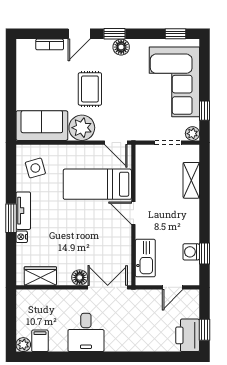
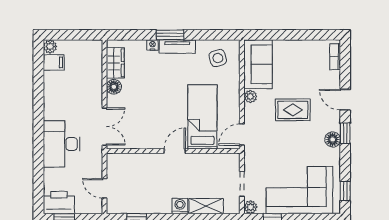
bookcase: (50, 44) -> (335, 57), moved
plant: (82, 128) -> (250, 96), width x0.53, depth x0.53
washing machine: (191, 252) -> (180, 206), moved
kitchen sink: (145, 258) -> (132, 162), removed
floor lamp: (80, 277) -> (114, 87), moved
desk: (86, 332) -> (62, 144), moved, width x1.37

